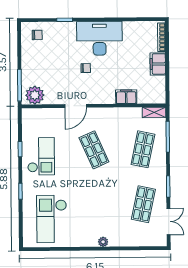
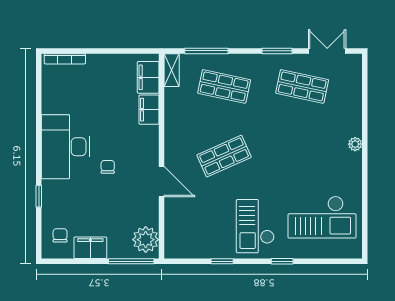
filing cabinet: (29, 56) -> (90, 248), added
filing cabinet: (158, 64) -> (148, 77), moved, turned 90
checkout: (41, 156) -> (255, 226), moved, turned -90

